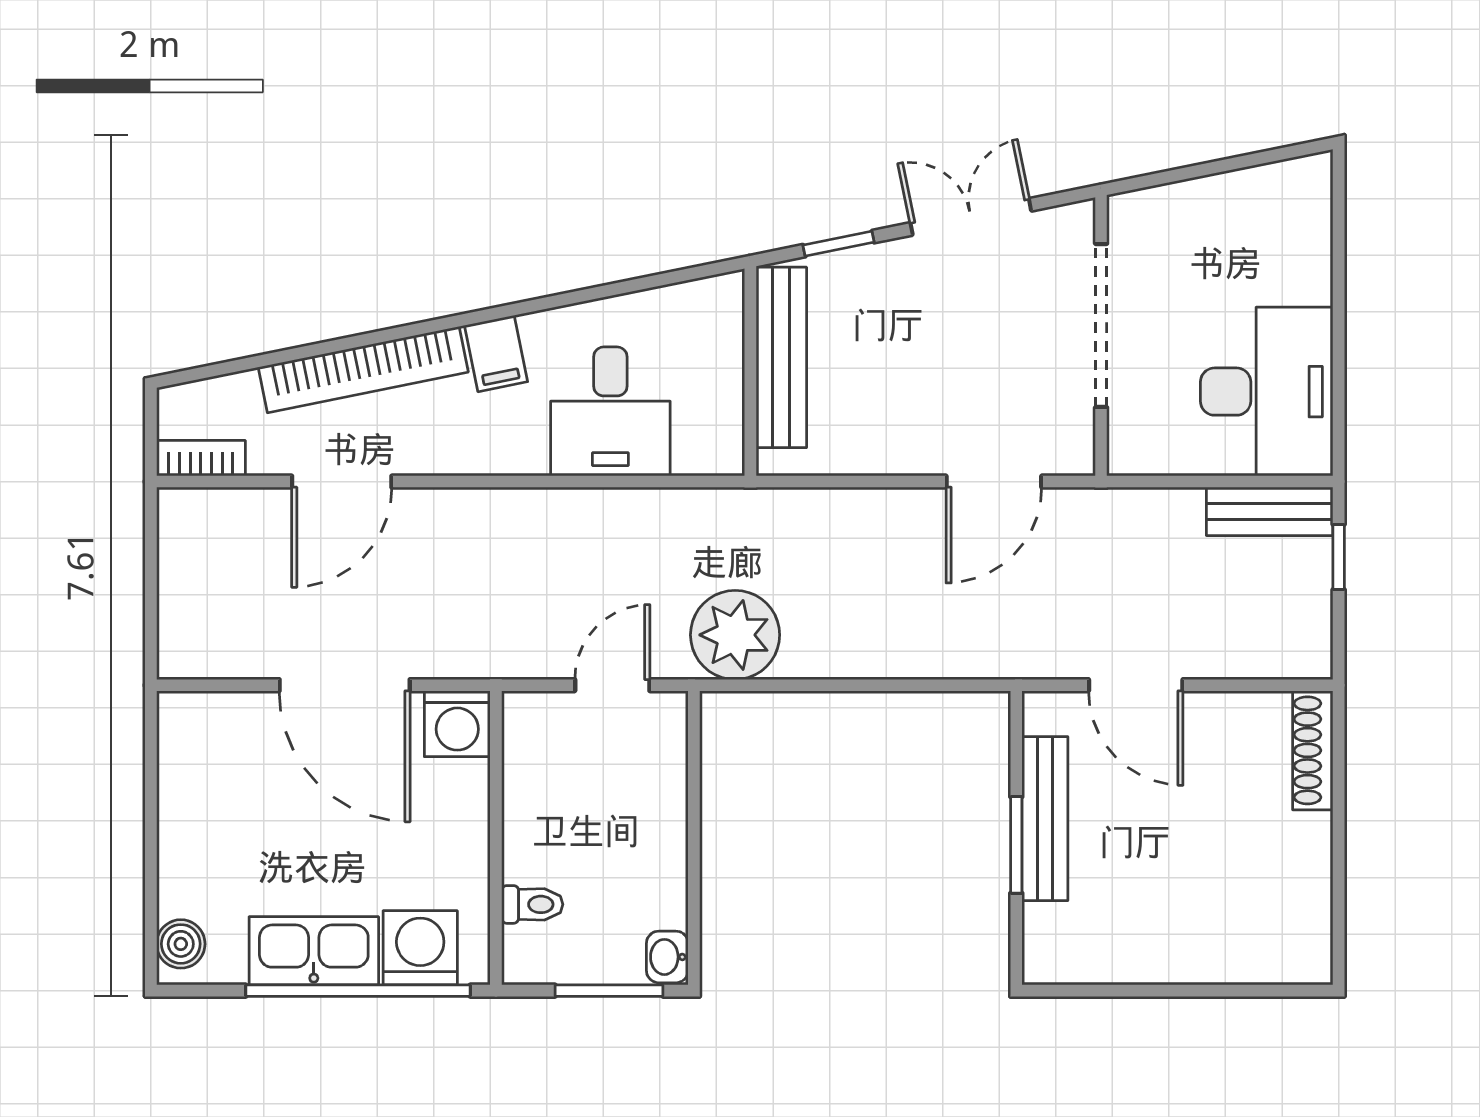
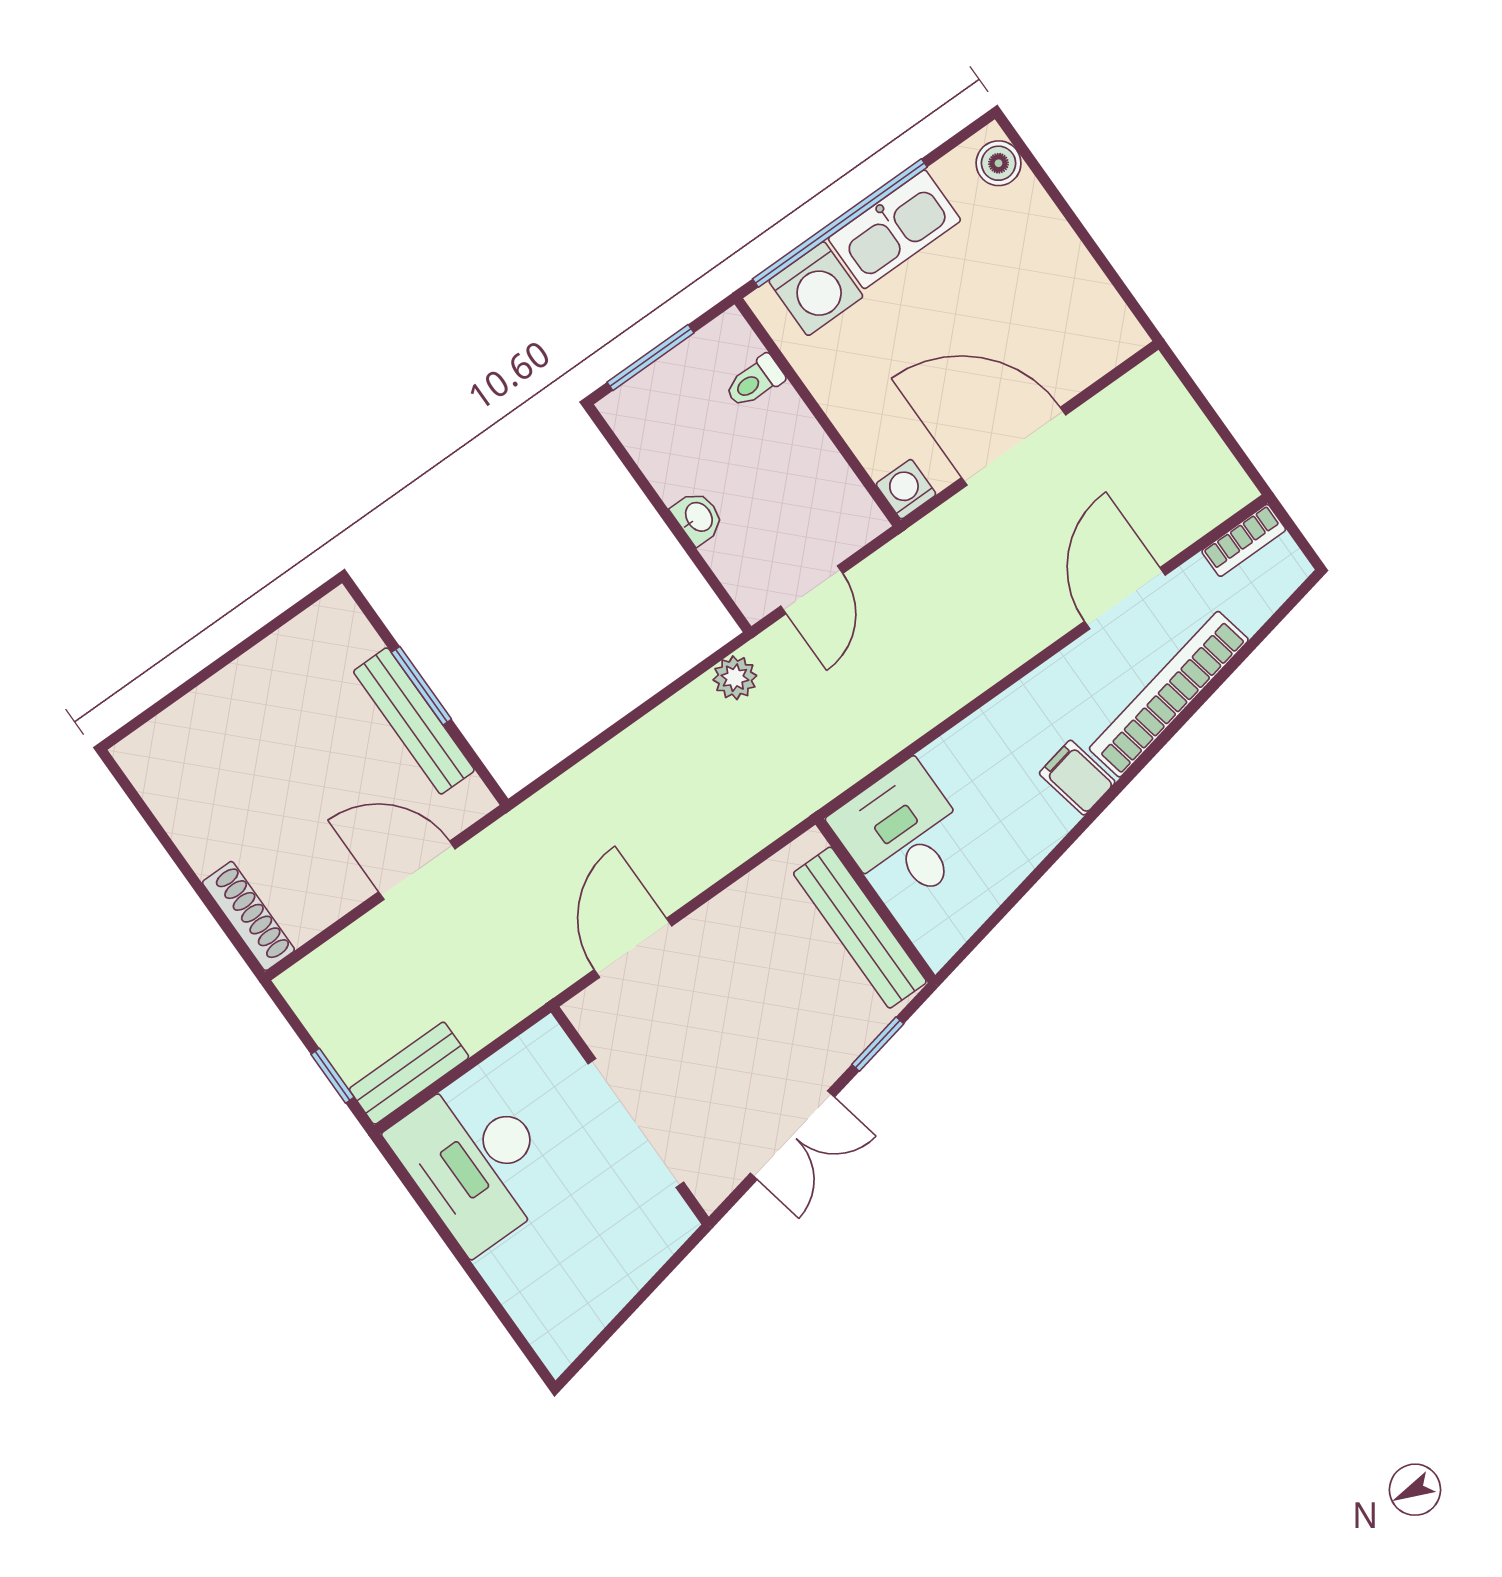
desk: (610, 411) -> (904, 835), moved
plant: (735, 635) -> (735, 678), width x0.53, depth x0.53
washing machine: (457, 724) -> (906, 489), width x0.73, depth x0.73
washbasin: (667, 957) -> (698, 517), moved

